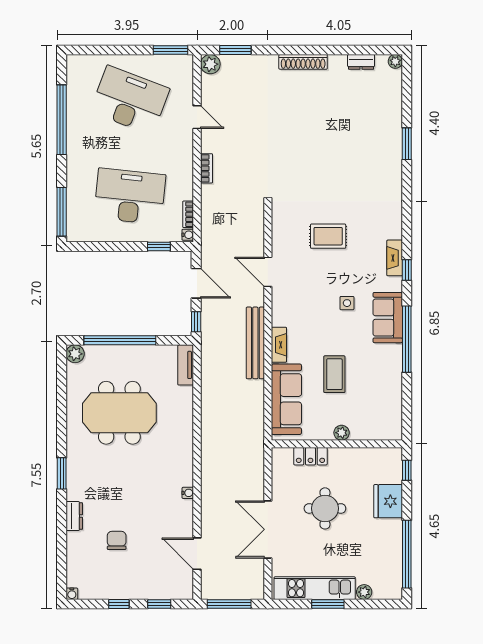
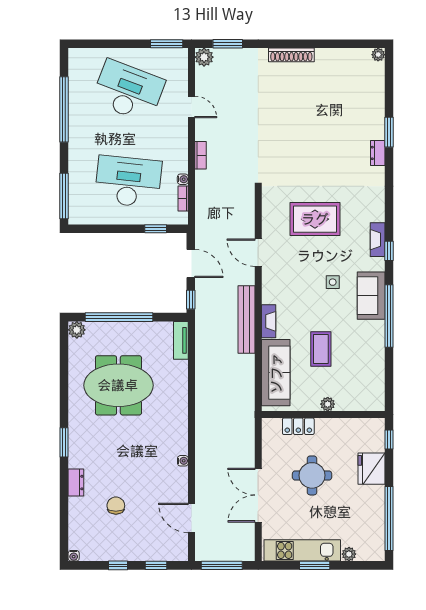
dresser: (361, 62) -> (378, 153), moved, turned 90
water cooler: (188, 235) -> (183, 179), moved
rug: (328, 236) -> (315, 219), width x1.36, depth x1.43

